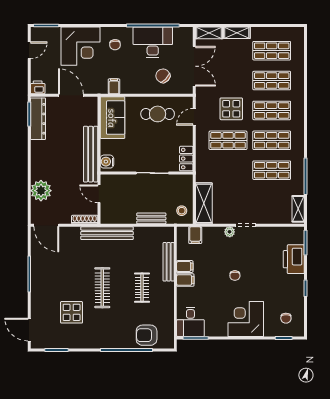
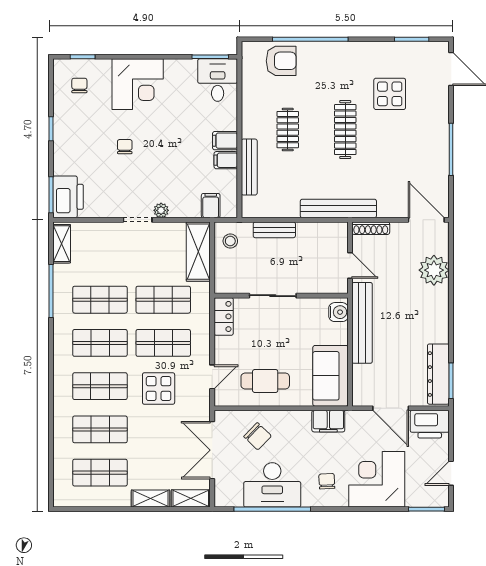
filing cabinet: (114, 86) -> (328, 421), width x2.00
printer: (38, 87) -> (430, 424), width x1.87, depth x1.48
shop shelf: (228, 170) -> (163, 300), added
printer: (294, 259) -> (68, 197), moved
chair: (235, 276) -> (125, 147), moved

